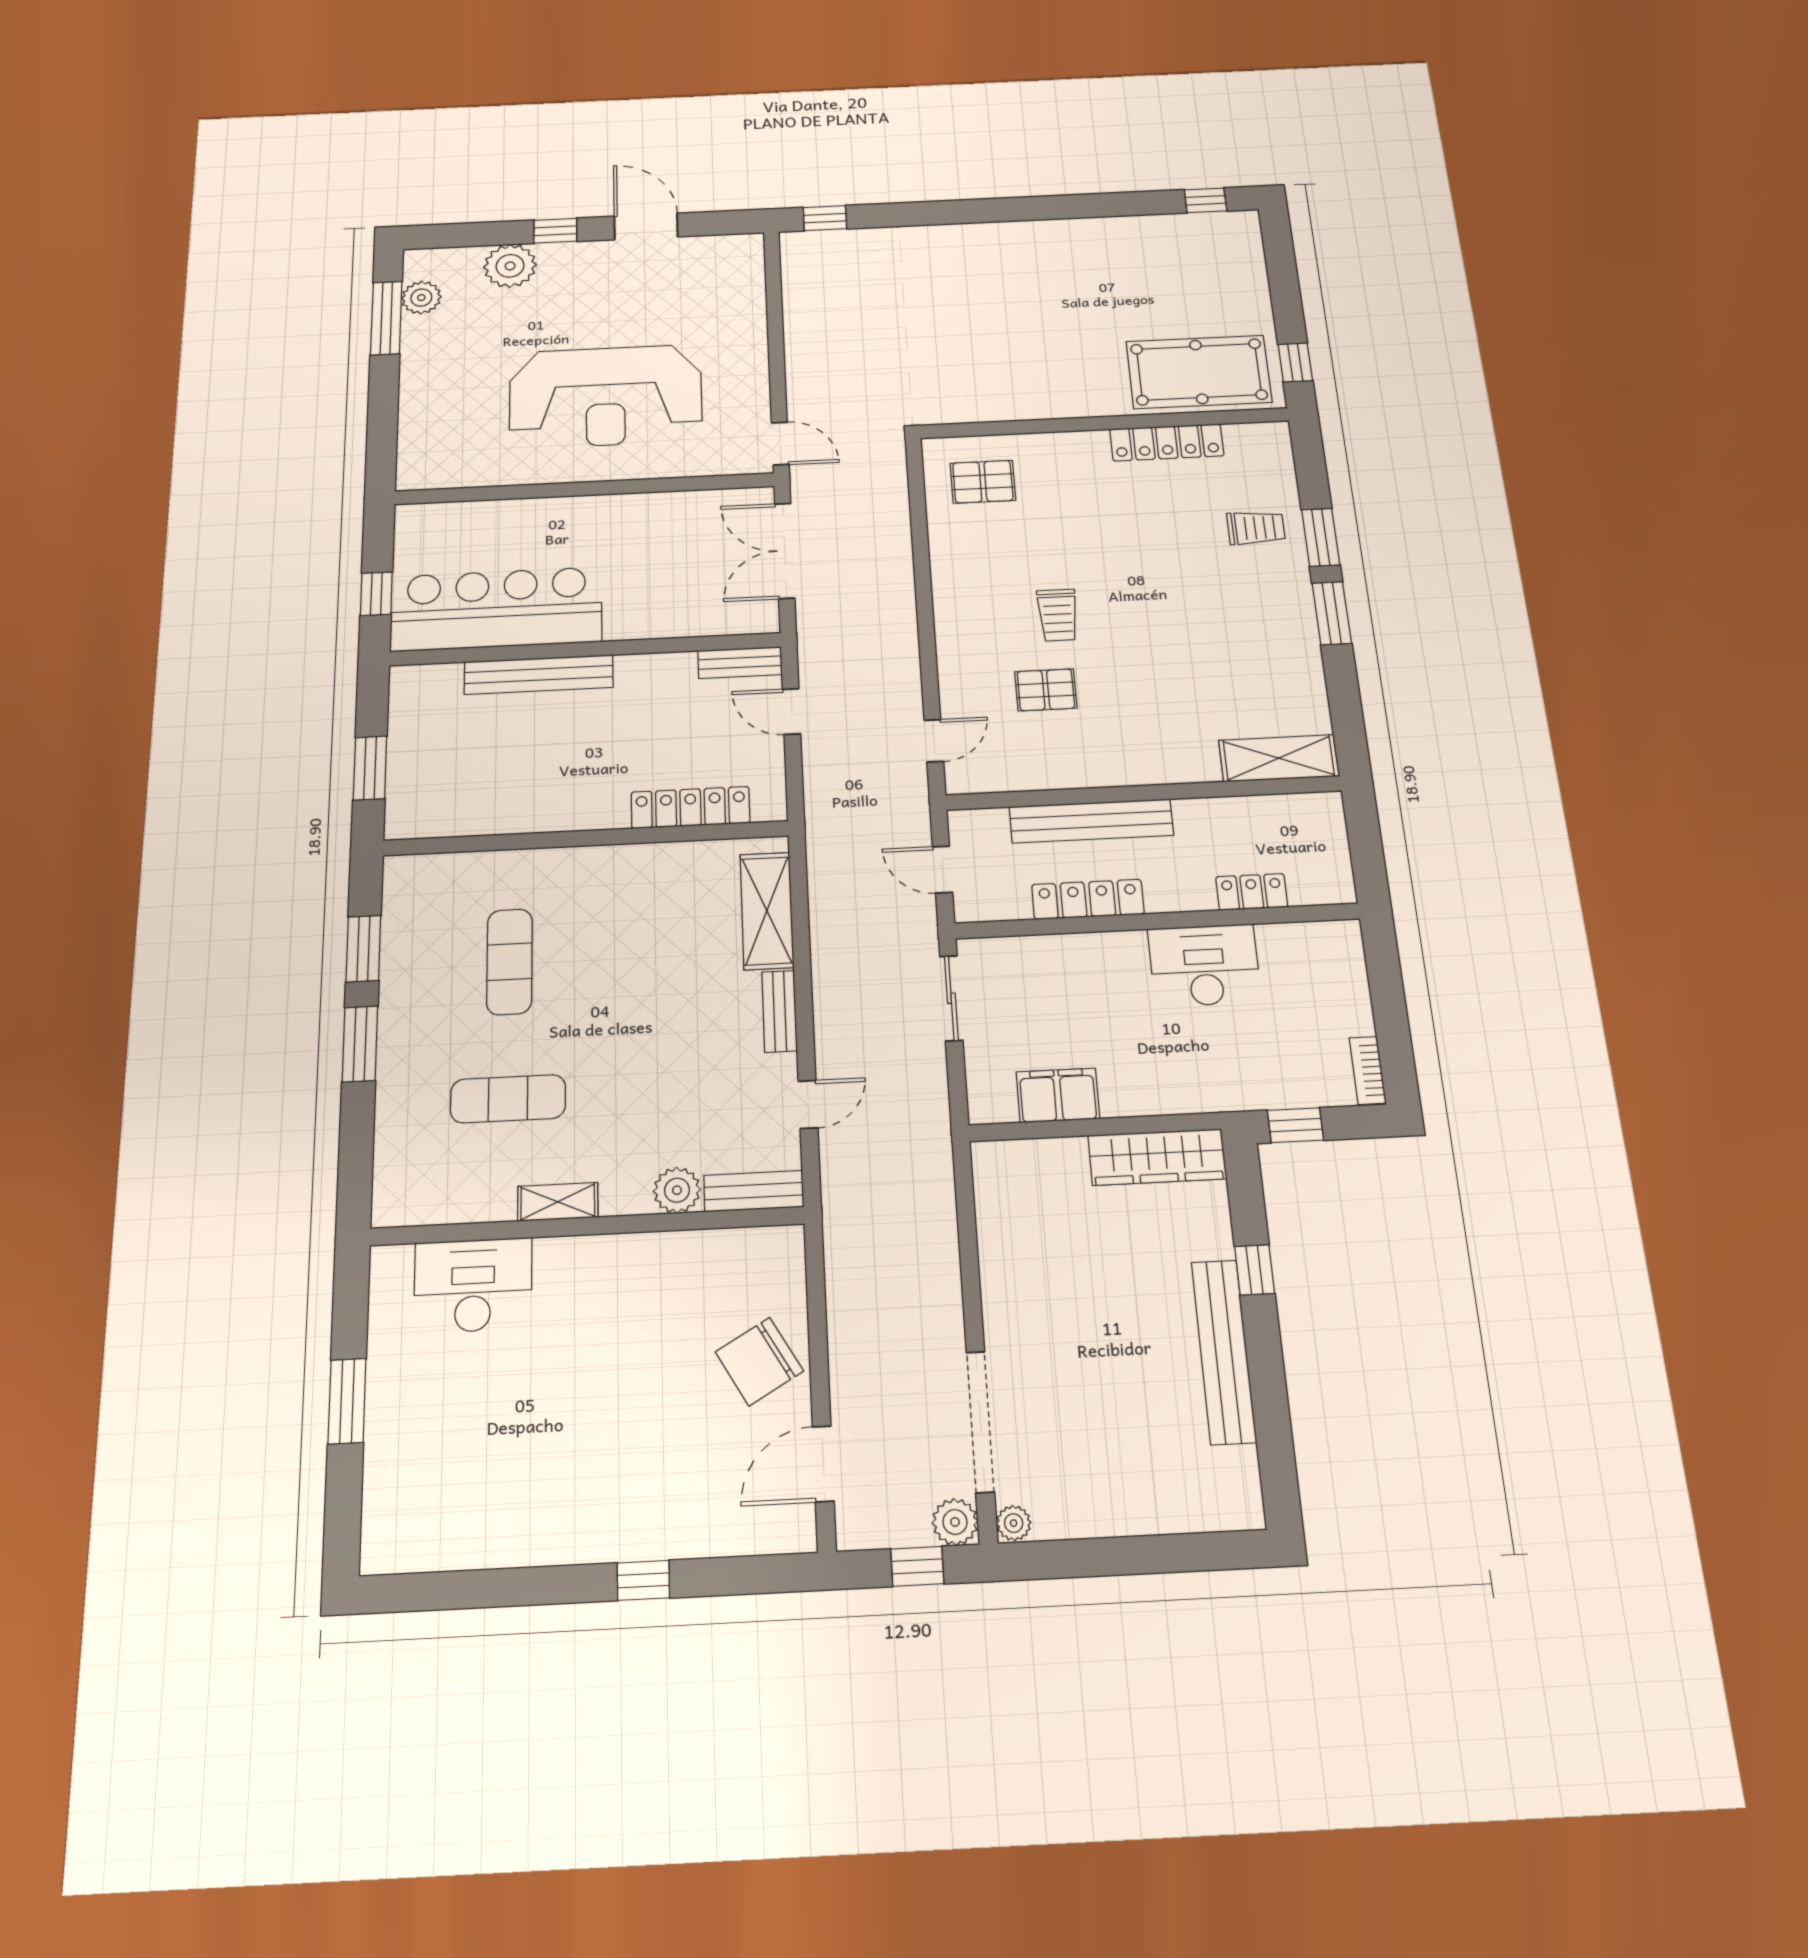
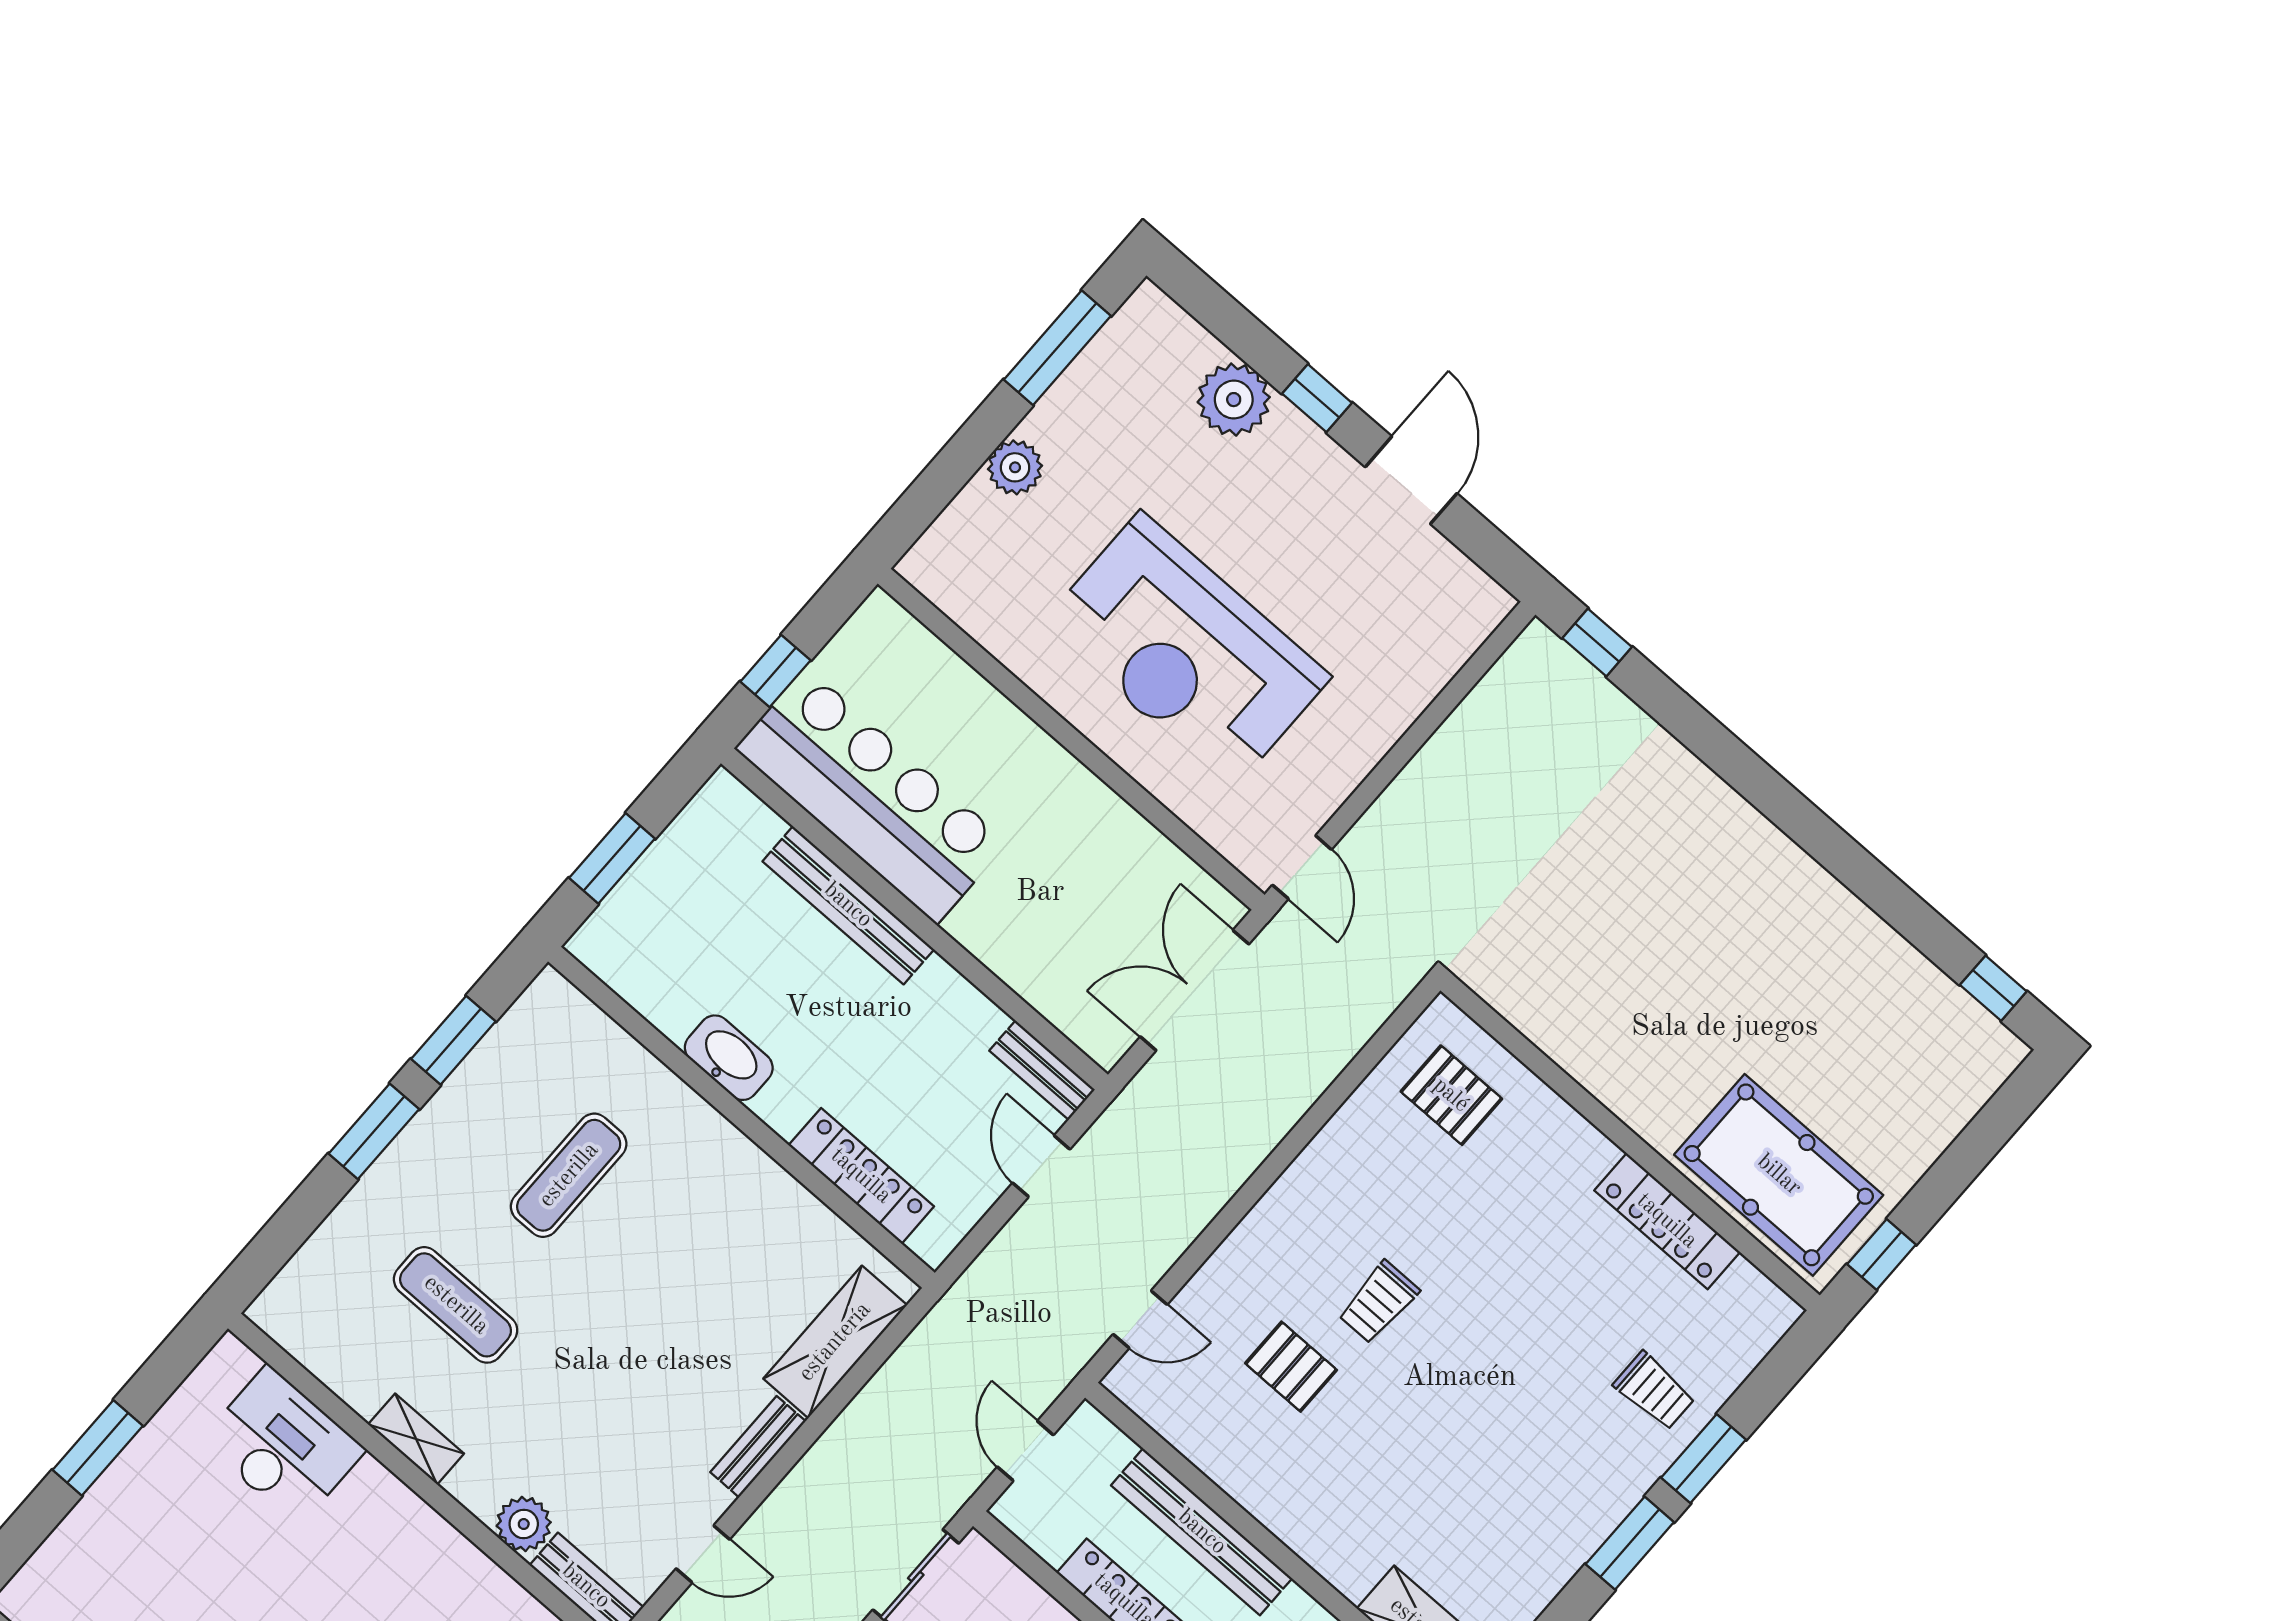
plant: (421, 298) -> (1015, 467), moved
washbasin: (546, 813) -> (729, 1058), added

